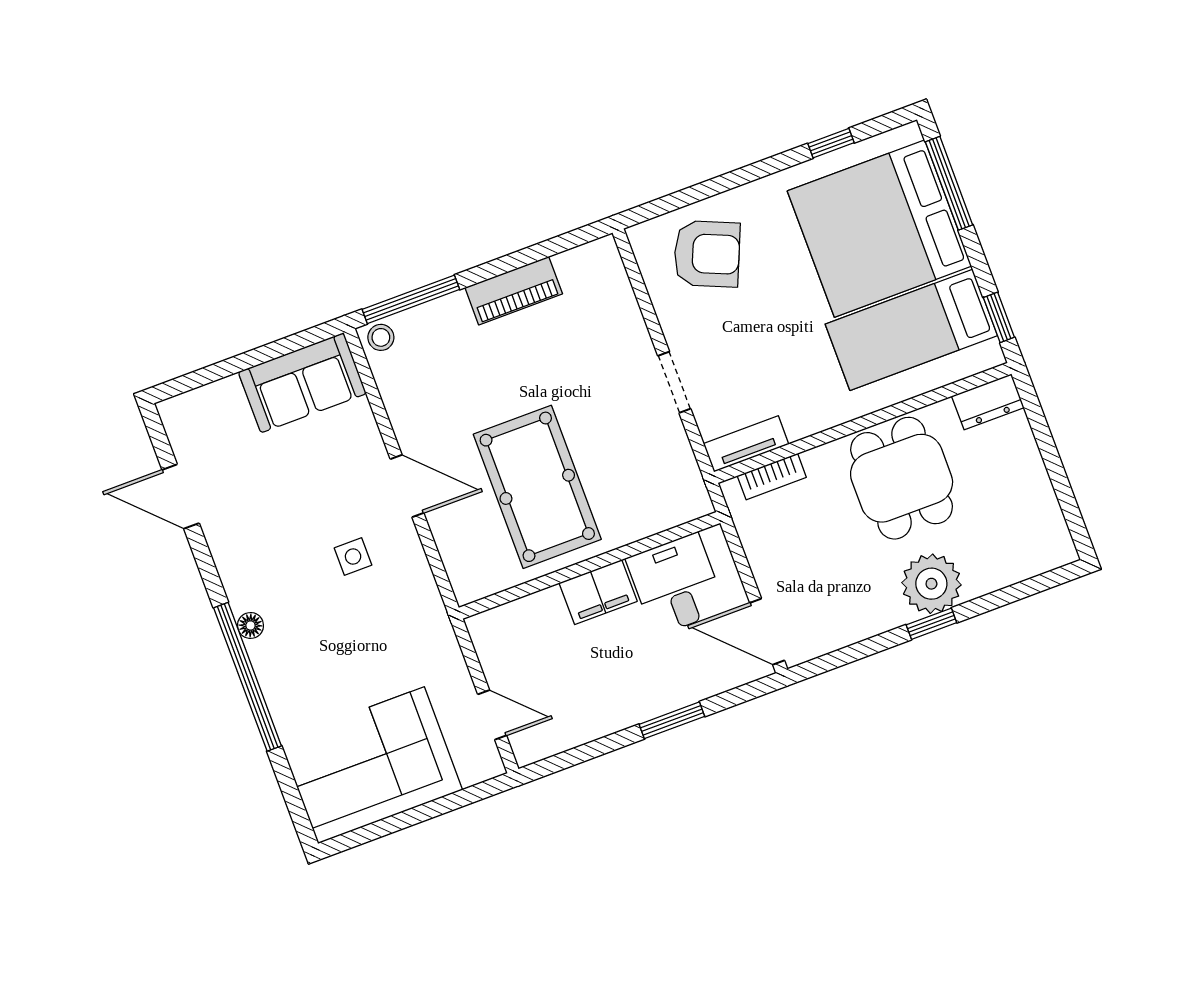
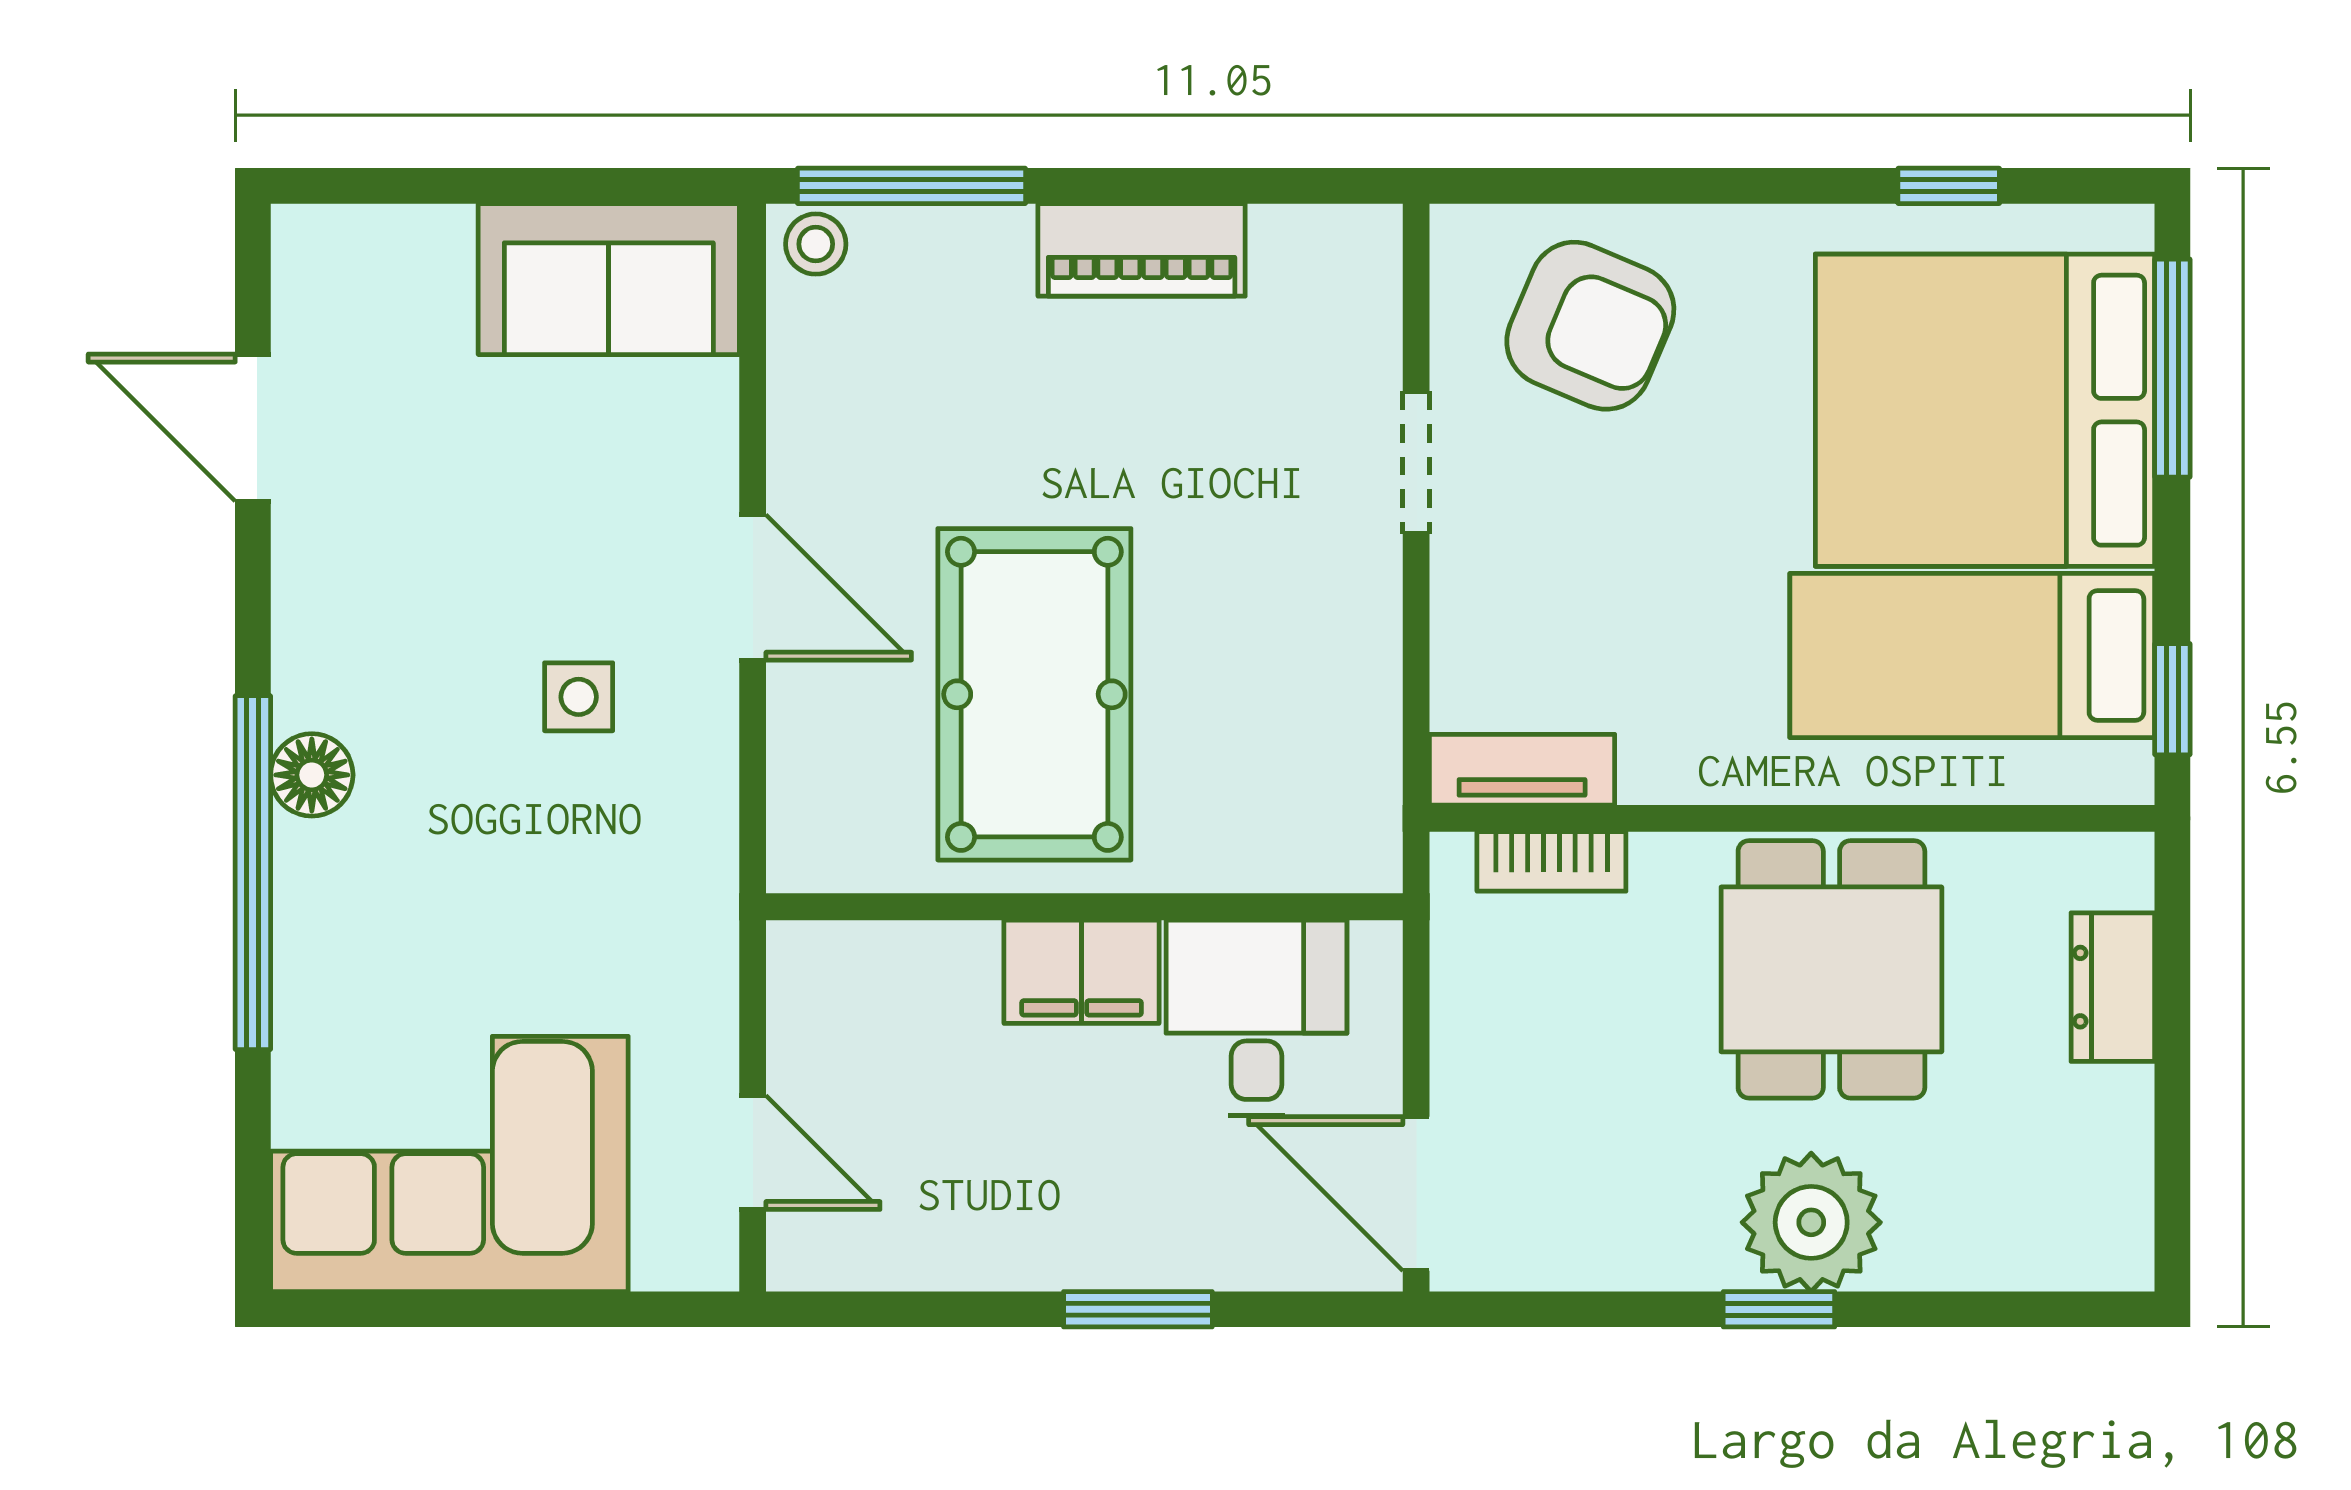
doorway: (674, 382) -> (1416, 463), moved
dresser: (988, 402) -> (2113, 987), moved, turned 90
floor lamp: (251, 625) -> (312, 775), width x1.37, depth x1.37

